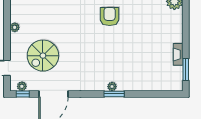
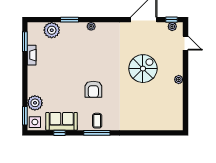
spiral stairs: (43, 56) -> (143, 69), moved
plant: (156, 82) -> (52, 30), added
window: (114, 94) -> (69, 20), moved

